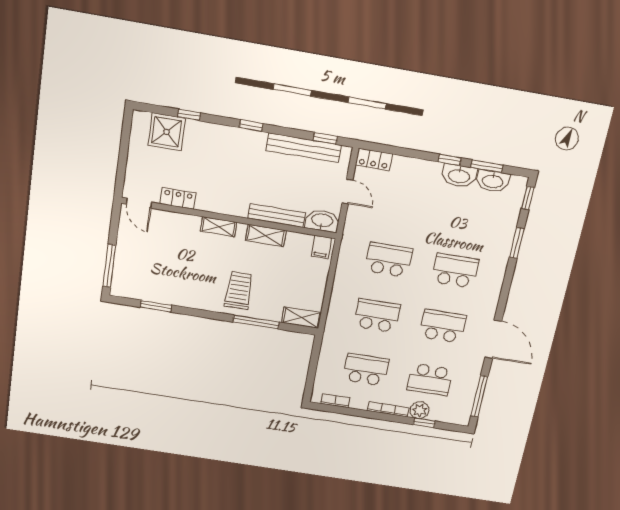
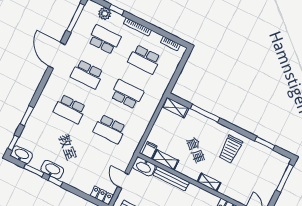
washbasin: (493, 181) -> (21, 155), moved
shelving: (266, 235) -> (165, 160), moved
trolley: (239, 290) -> (230, 149), moved
school desk: (377, 316) -> (127, 94), turned 180
plant: (419, 410) -> (105, 14), moved

